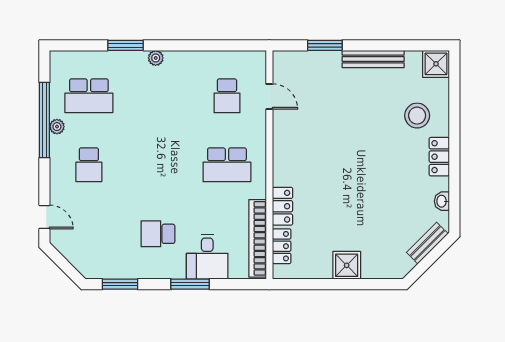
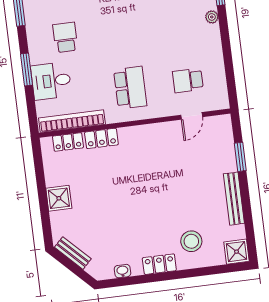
school desk: (227, 165) -> (130, 88), turned 180
bench: (427, 243) -> (73, 253), moved

